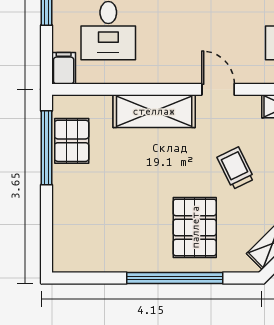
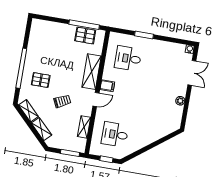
filing cabinet: (64, 68) -> (107, 86), moved
pallet: (195, 227) -> (41, 80), width x0.67, depth x0.71

